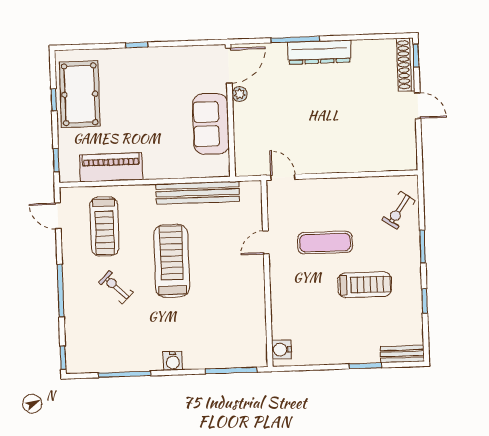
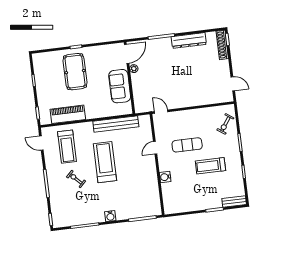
dresser: (319, 52) -> (189, 40), moved
pool table: (80, 94) -> (75, 72), moved
door: (418, 106) -> (233, 84), moved
treadmill: (365, 285) -> (210, 166), turned 180
water cooler: (281, 350) -> (165, 177), moved

